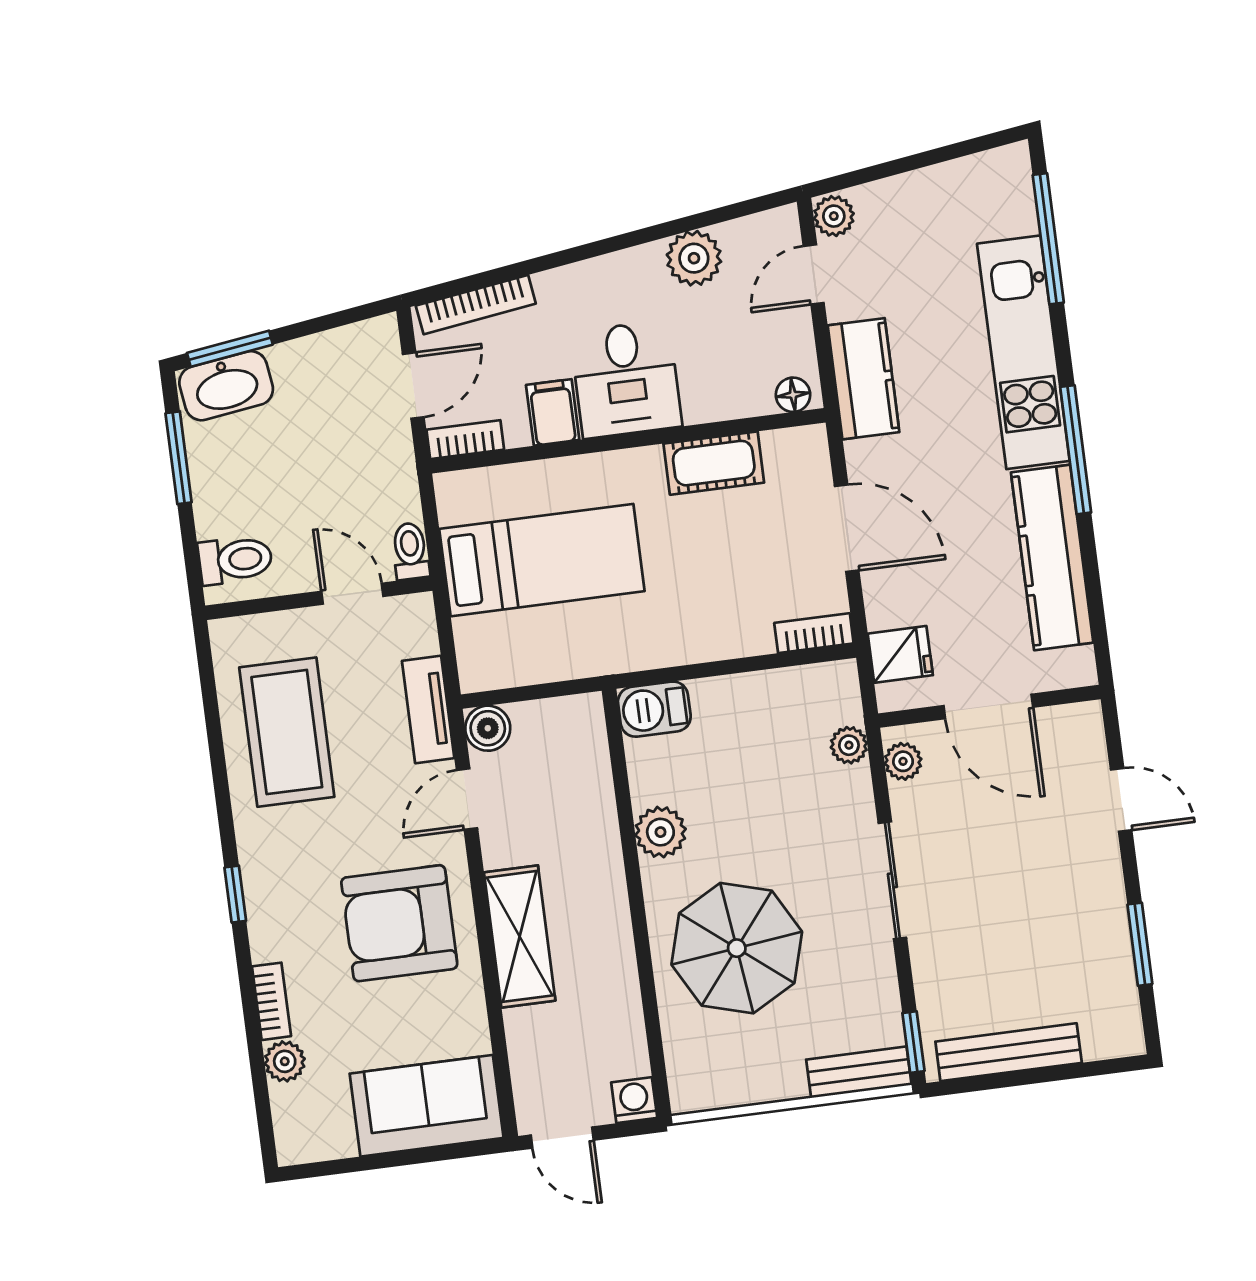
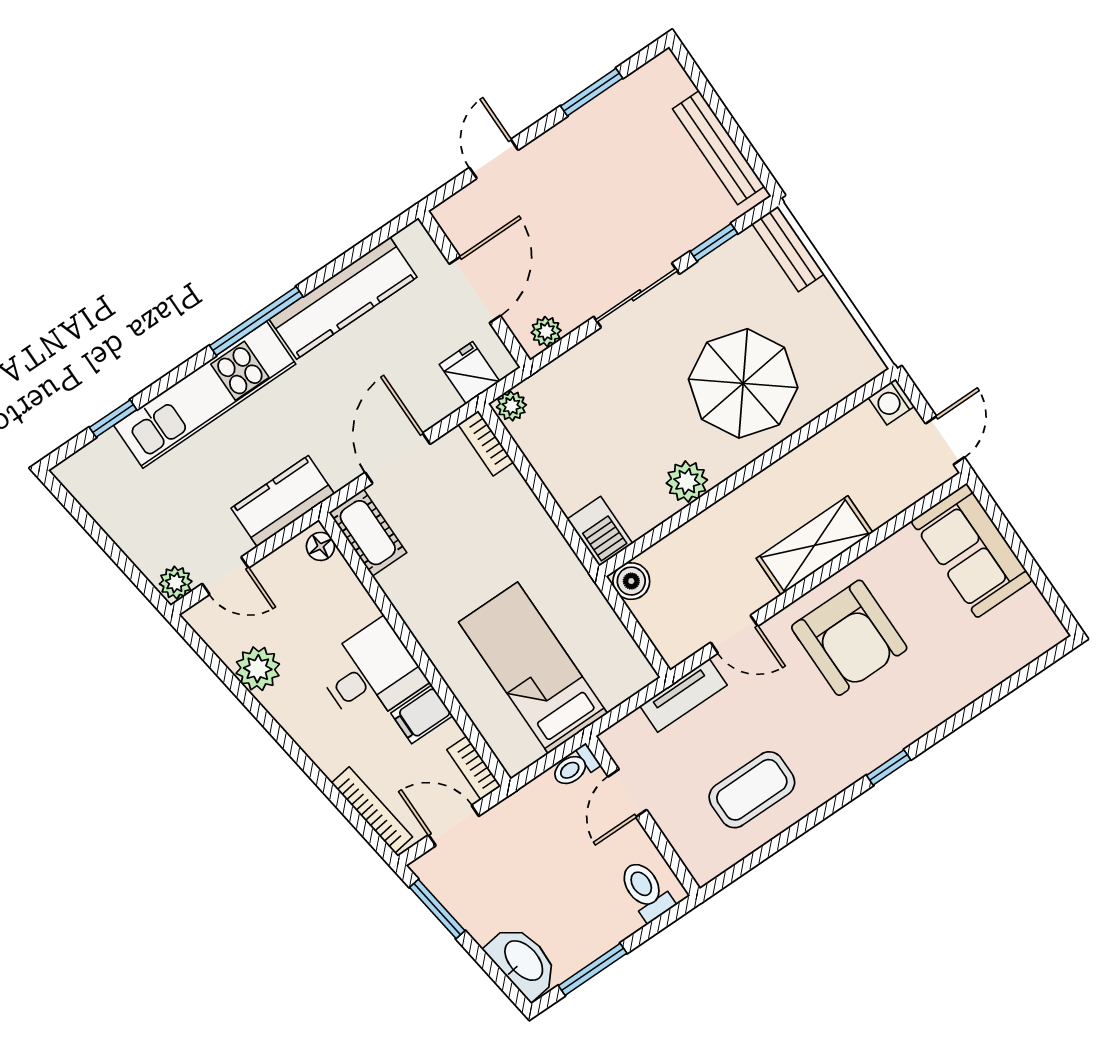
window: (1048, 239) -> (113, 419), width x0.46
window: (230, 349) -> (437, 909), moved
cot: (714, 463) -> (368, 533), moved
boiler: (488, 728) -> (631, 581), moved
coffee table: (287, 732) -> (752, 790), width x0.73, depth x0.76
plant: (849, 745) -> (511, 406), moved
bookcase: (272, 1001) -> (953, 702), removed
window: (913, 1042) -> (714, 242), moved
plant: (285, 1061) -> (992, 670), removed

